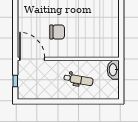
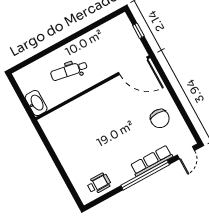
chair: (57, 32) -> (160, 119), moved, turned -90

